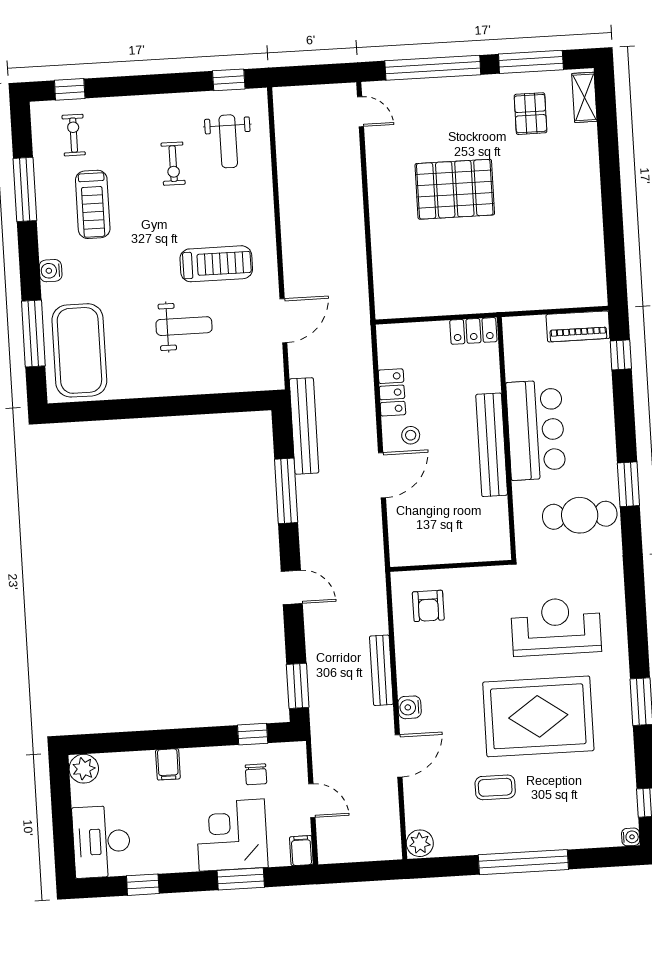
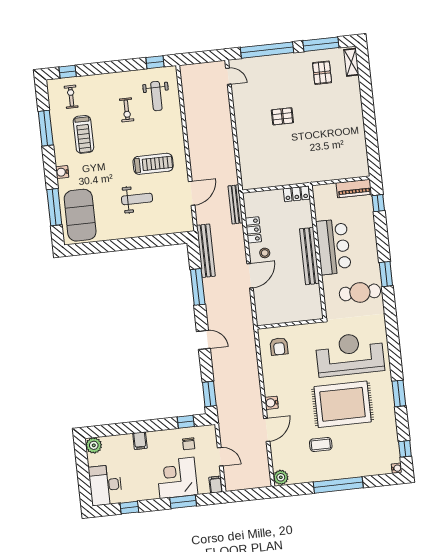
pallet: (455, 189) -> (282, 116), width x0.49, depth x0.50
reception desk: (556, 627) -> (350, 354), width x1.36, depth x1.30
bench: (381, 670) -> (235, 204), moved

